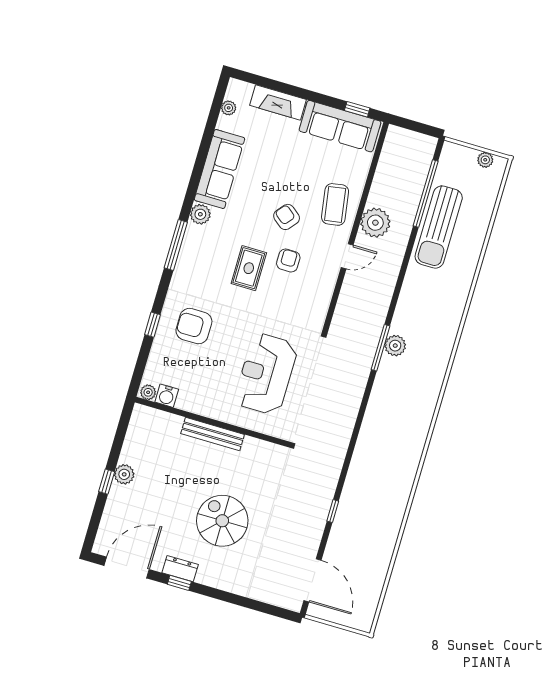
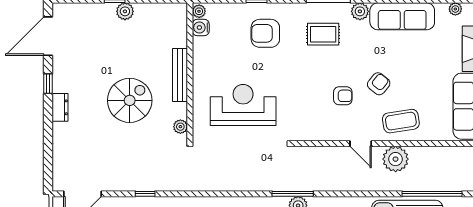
rug: (249, 268) -> (323, 34), moved
armchair: (194, 326) -> (265, 33), turned -90
plant: (270, 450) -> (180, 127), added
spiral stairs: (222, 521) -> (130, 100), moved
door: (127, 568) -> (48, 36), swing flipped
dresser: (180, 569) -> (60, 107), moved

